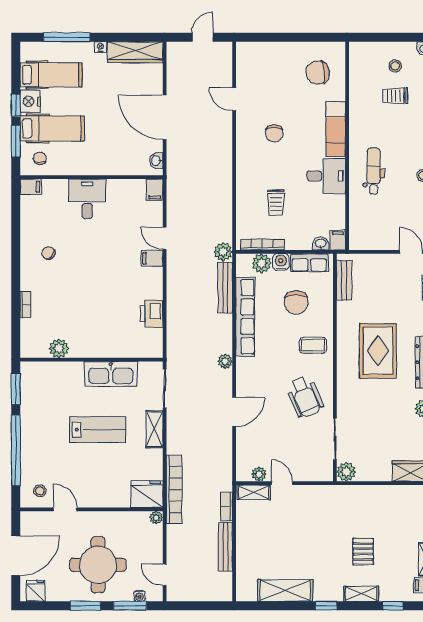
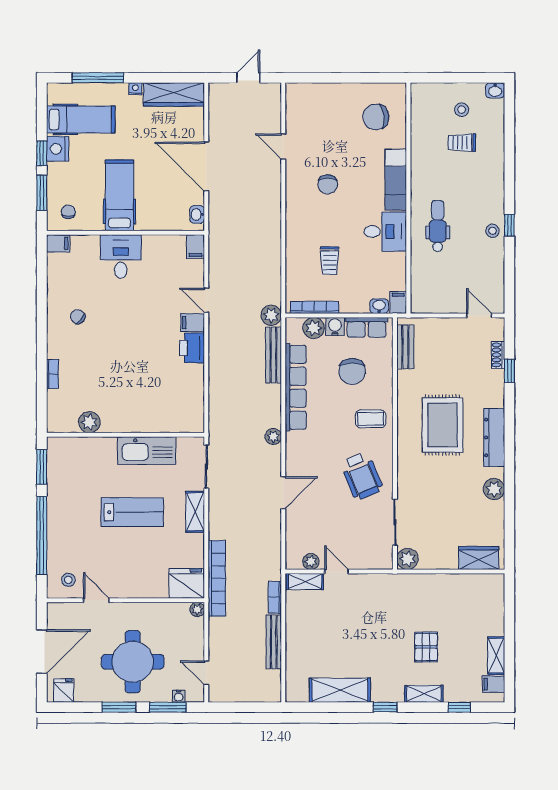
hospital bed: (52, 128) -> (119, 195), moved, turned -90
printer: (152, 314) -> (192, 348), moved

